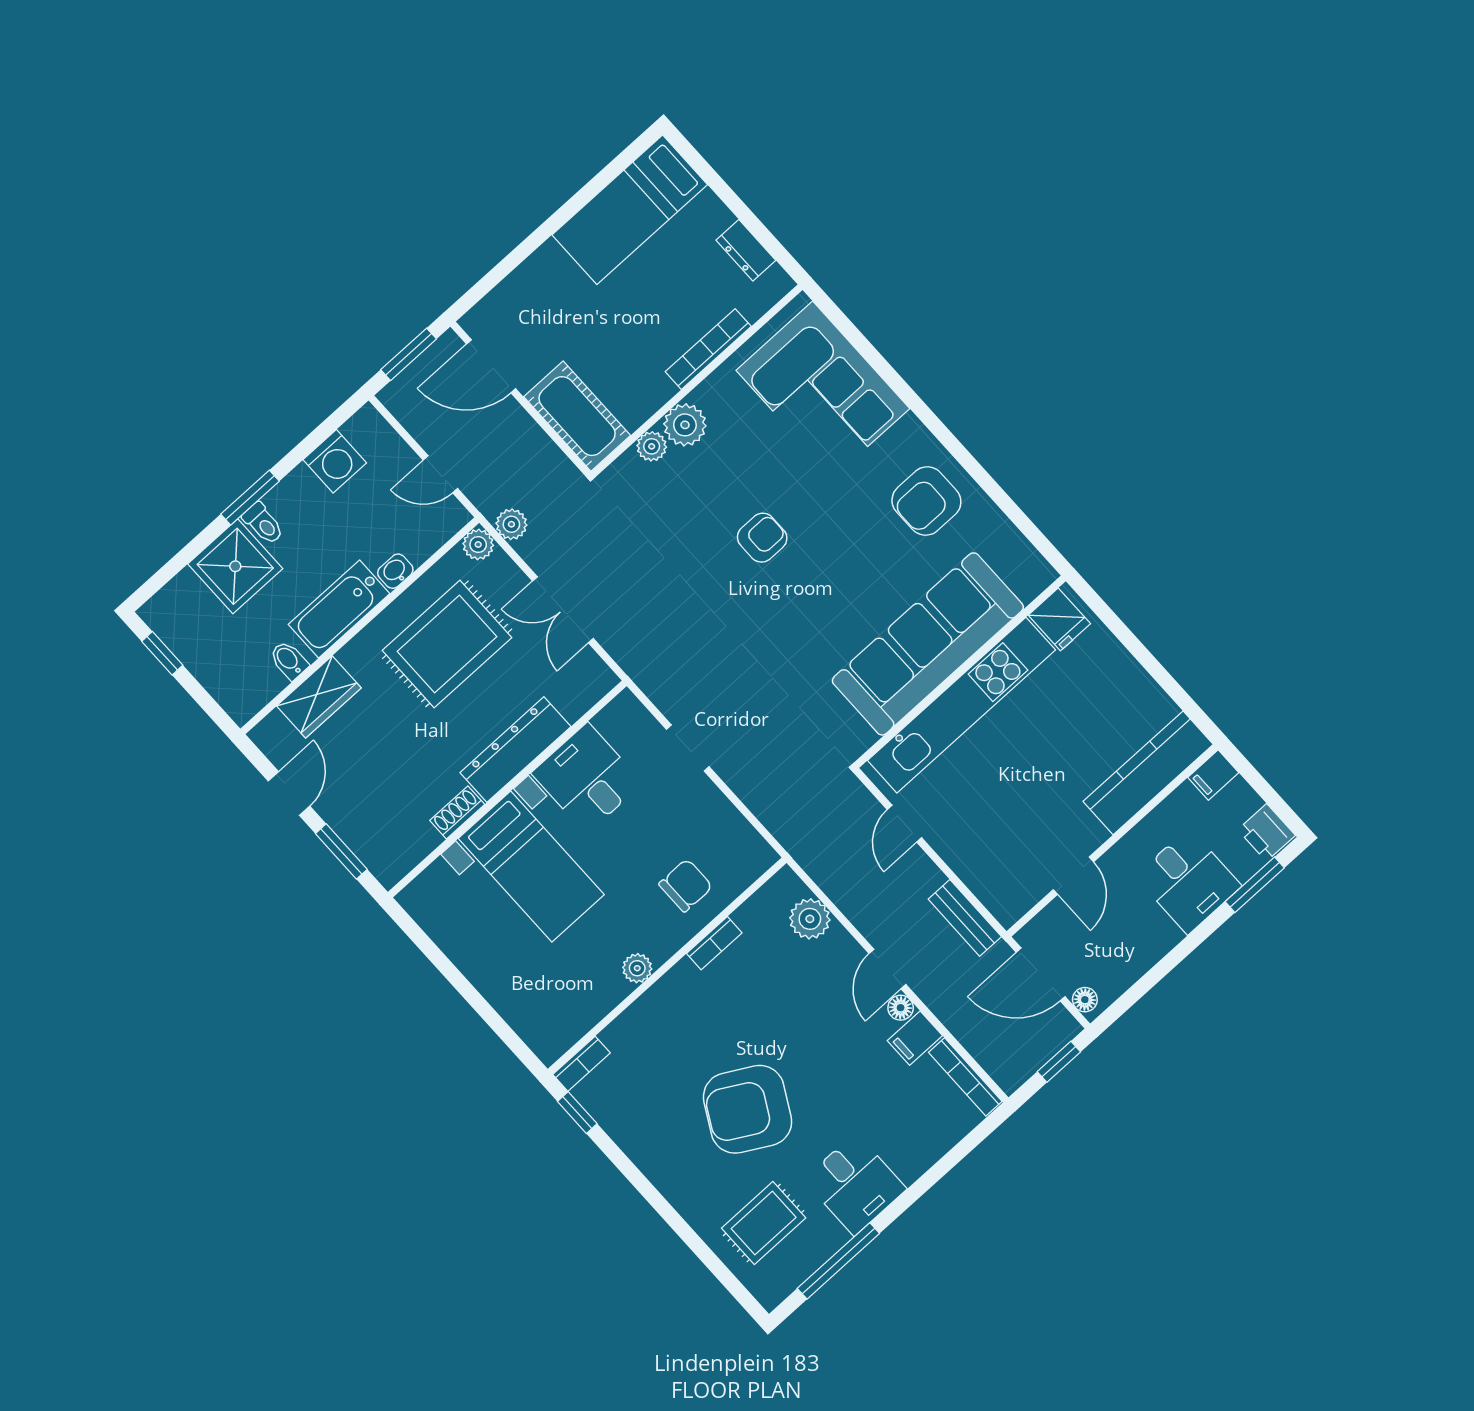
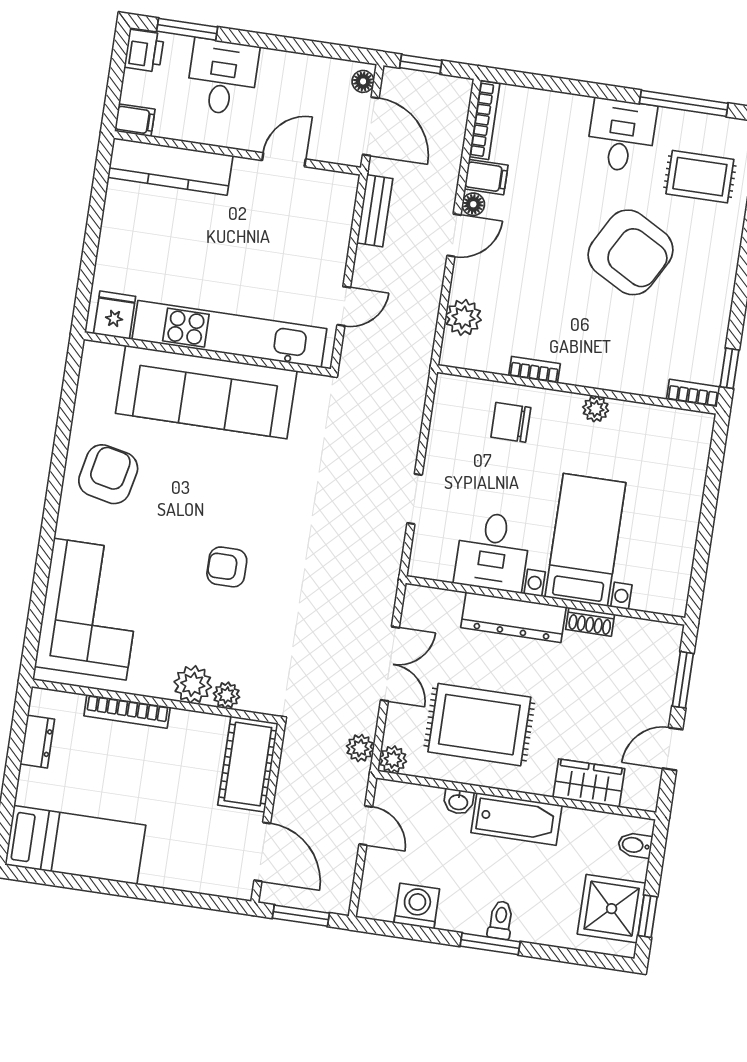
armchair: (926, 501) -> (108, 474), turned -78
shower: (235, 566) -> (612, 909), moved
bidet: (289, 660) -> (635, 845), moved, turned 90

